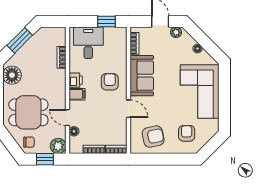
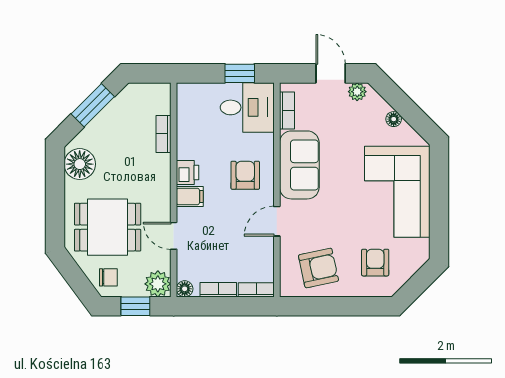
desk: (88, 43) -> (247, 107), moved, turned 90
door: (128, 109) -> (277, 221), swing flipped
floor lamp: (74, 131) -> (185, 289), moved

